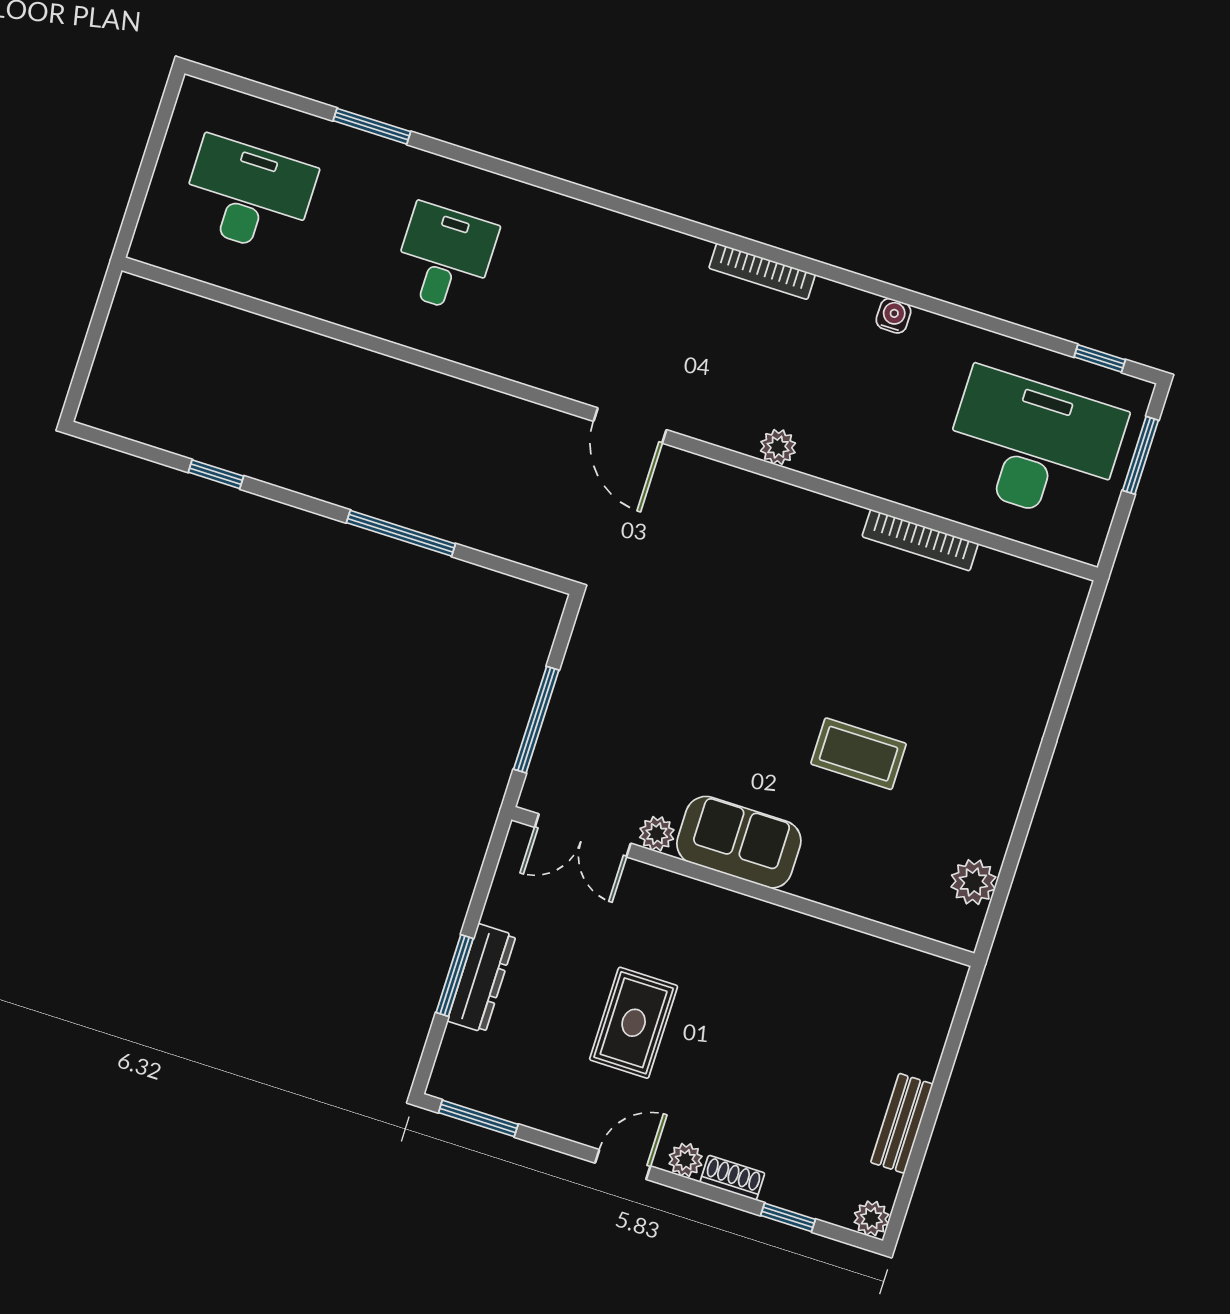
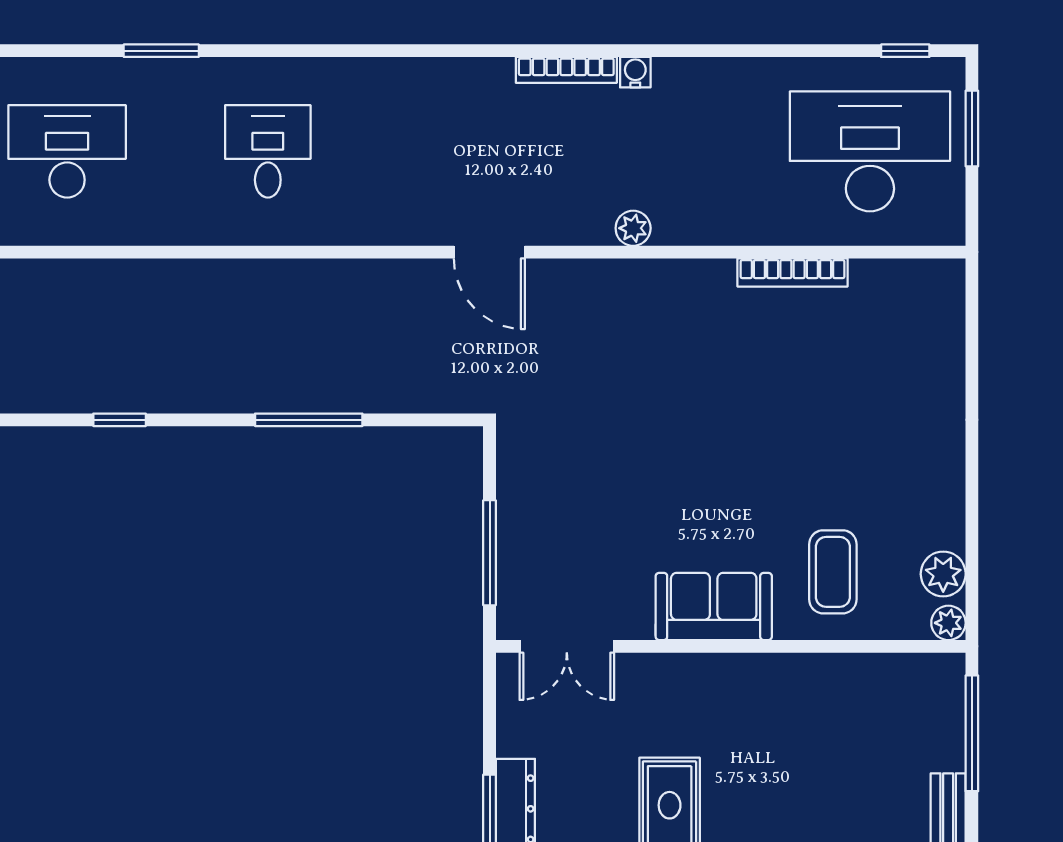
water cooler: (893, 316) -> (635, 72), moved
coffee table: (859, 754) -> (833, 572), moved, turned 90
plant: (657, 834) -> (948, 623), moved
window: (952, 1047) -> (972, 733), added

